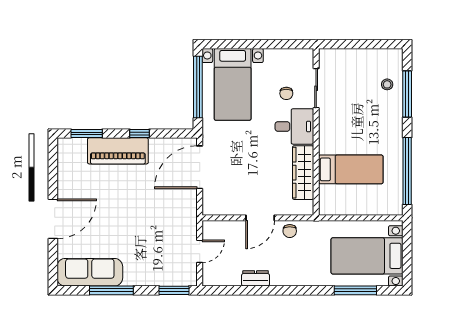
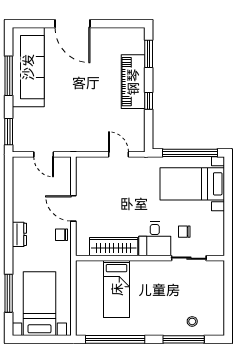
door: (200, 167) -> (119, 154), width x0.53
sofa: (90, 272) -> (28, 67), width x1.36, depth x1.27
dresser: (256, 278) -> (19, 234), moved

